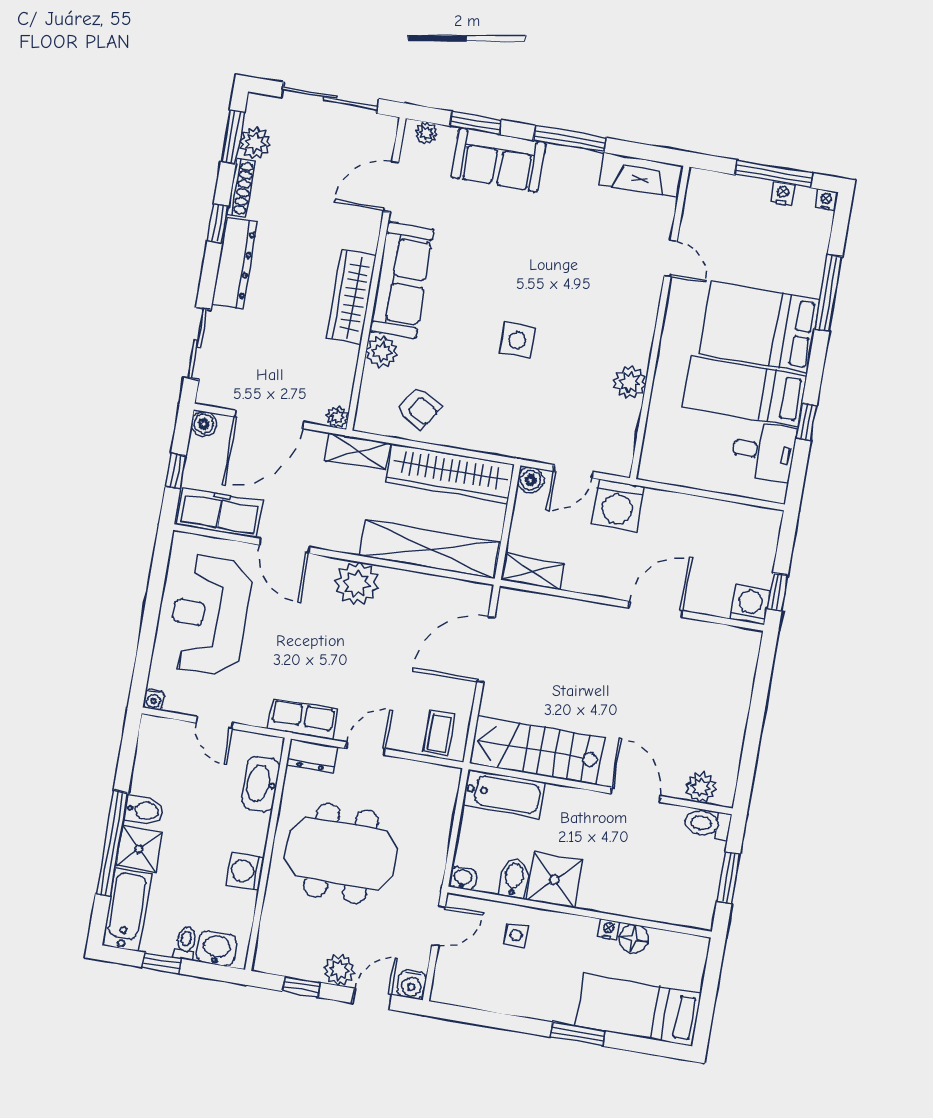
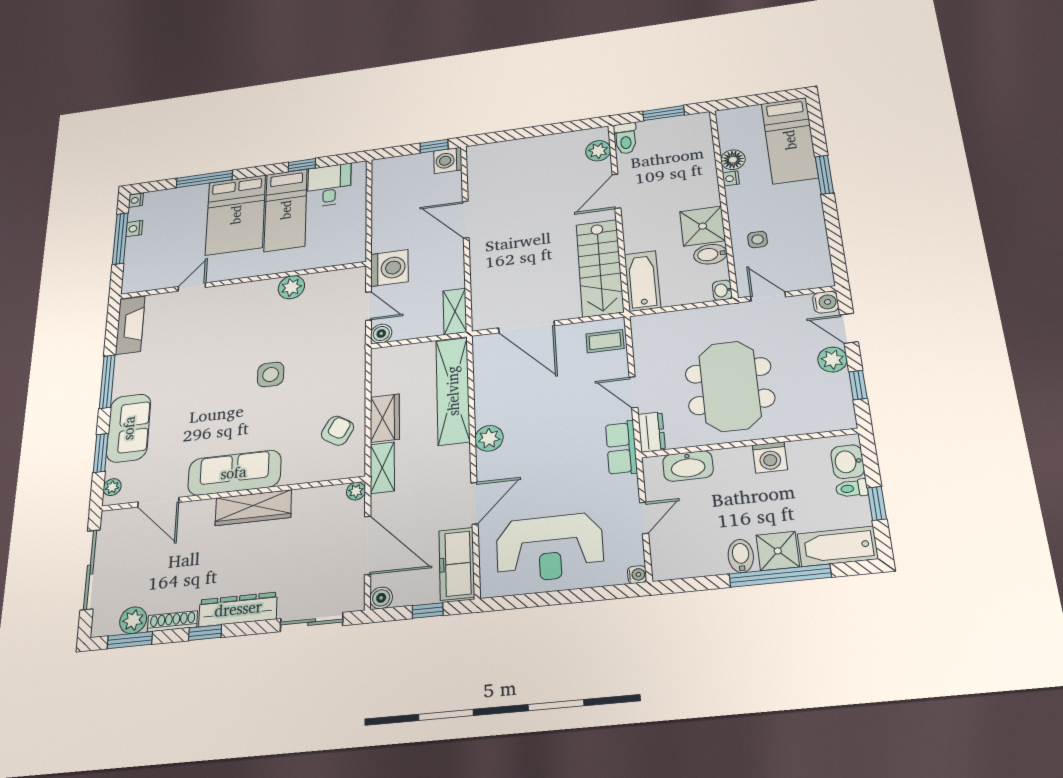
plant: (382, 352) -> (296, 472), removed
wardrobe: (450, 474) -> (385, 418), width x0.48, depth x0.85
plant: (357, 584) -> (489, 438), width x0.73, depth x0.73

